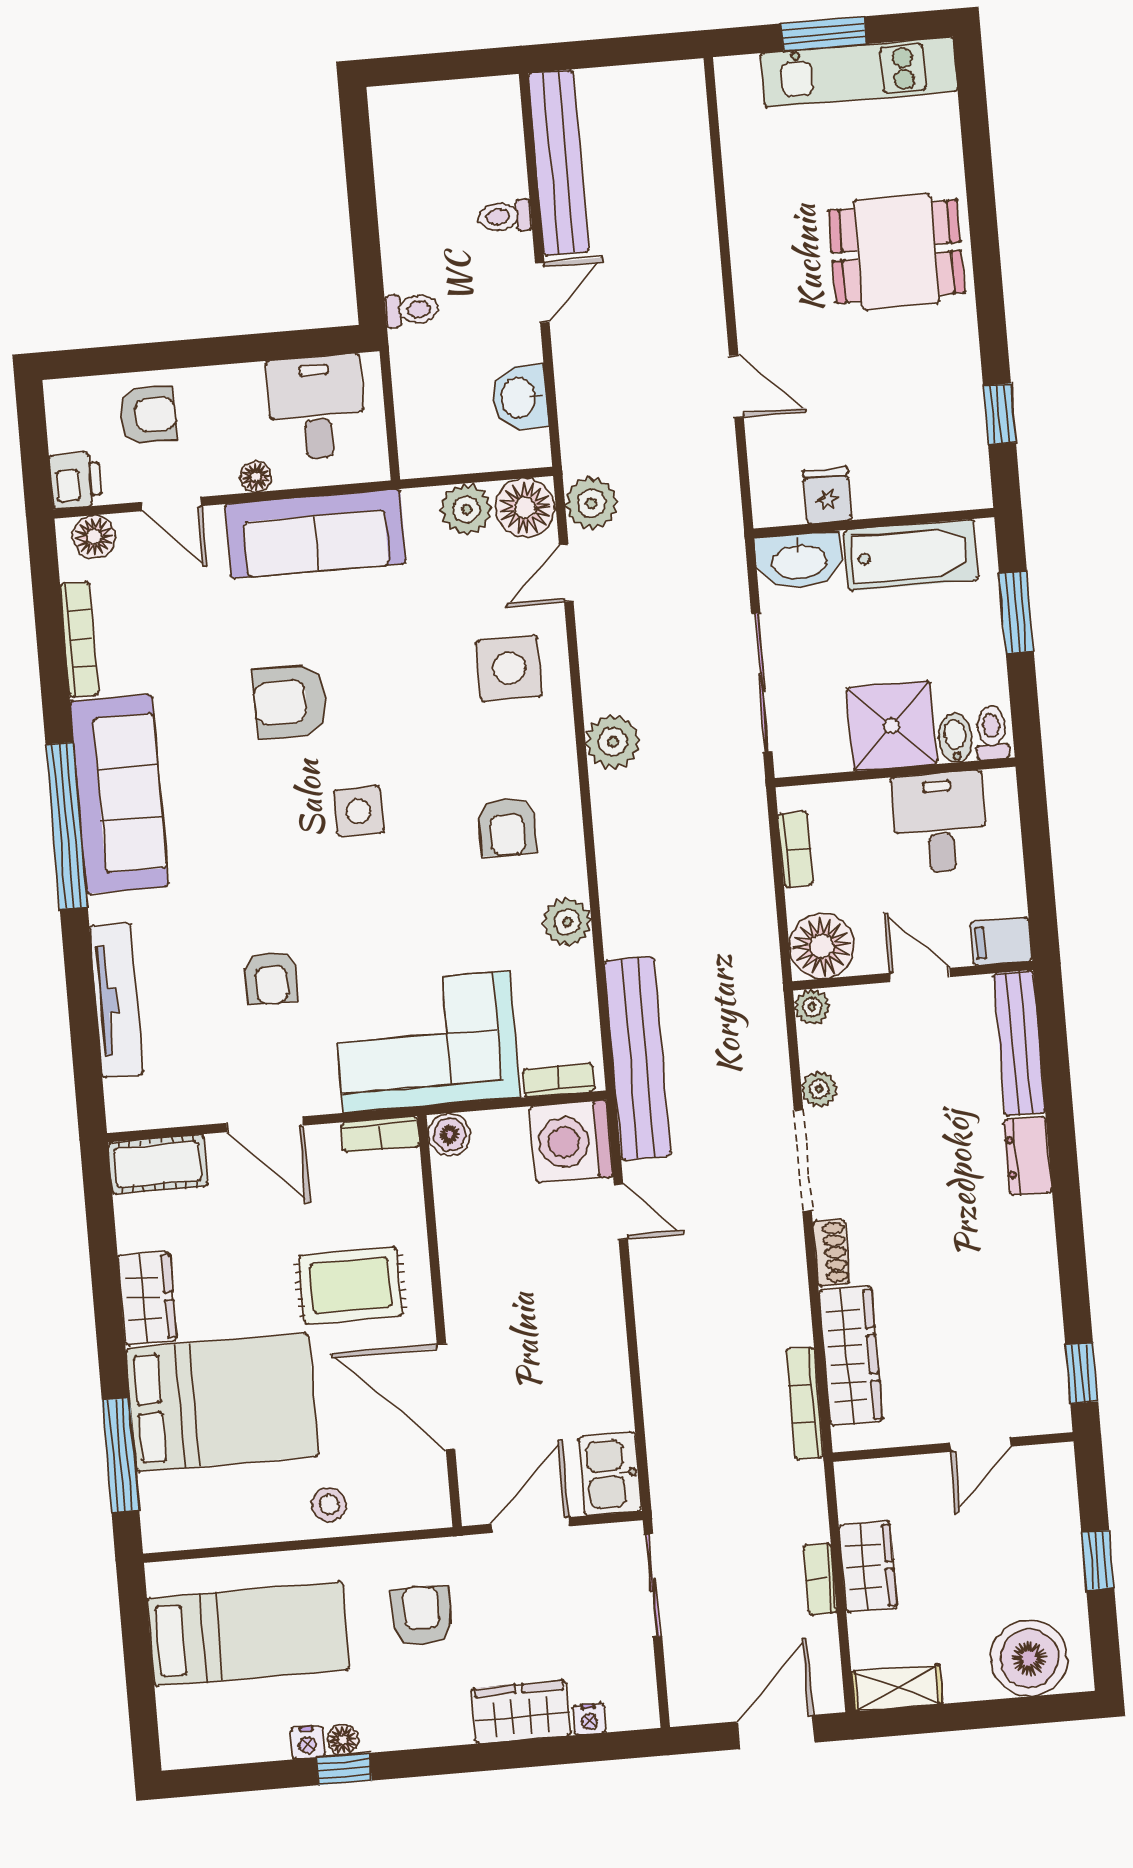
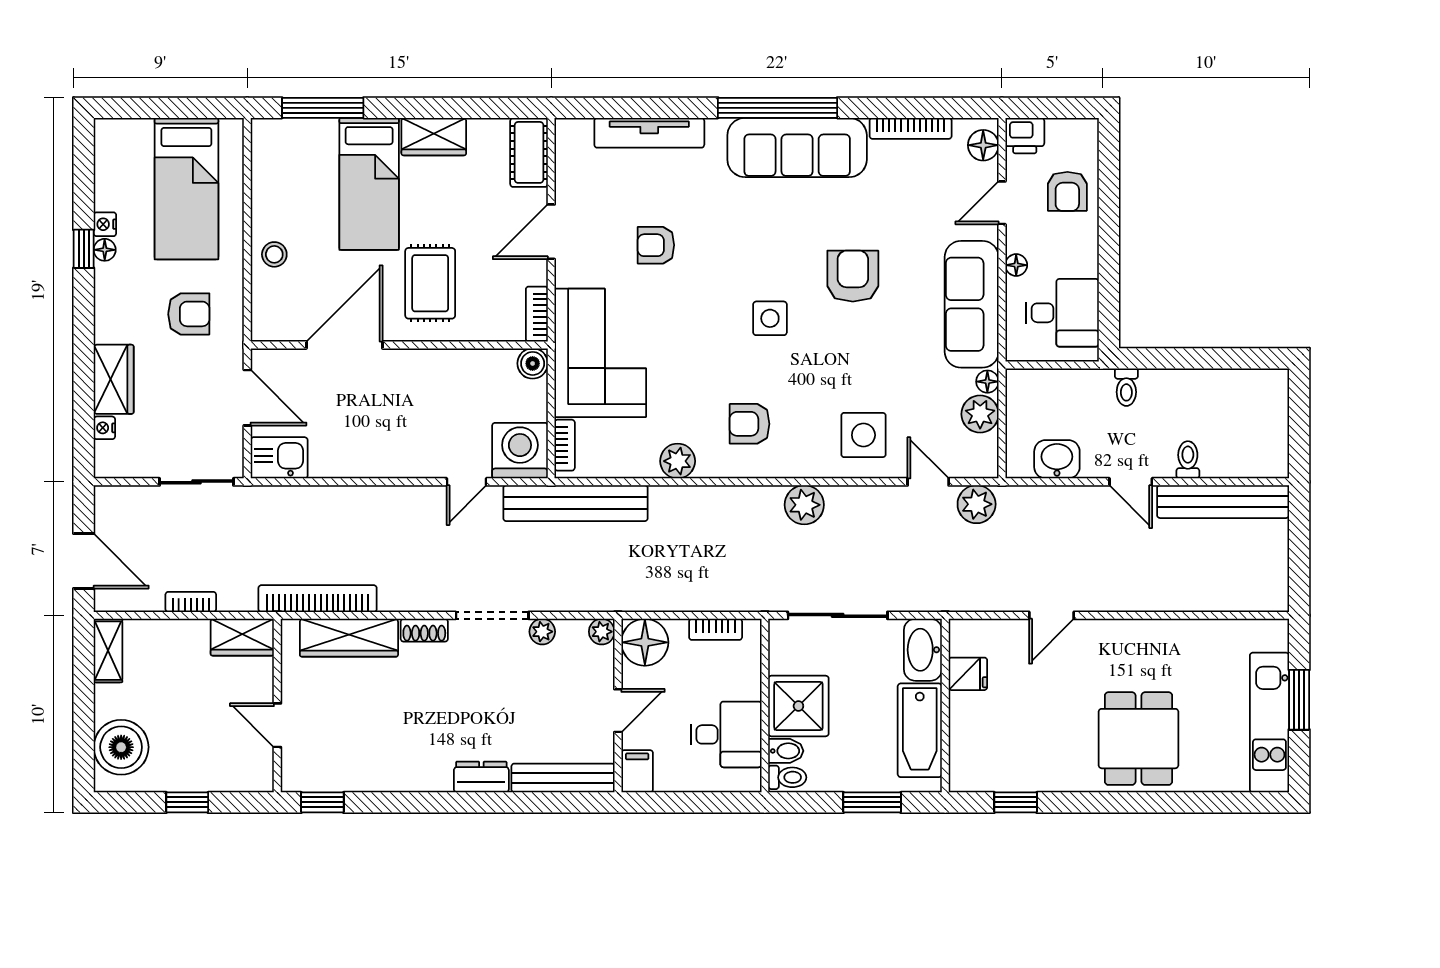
floor lamp: (525, 508) -> (987, 382), moved, width x0.53, depth x0.53
bed: (222, 1402) -> (369, 184), width x0.67
bookcase: (805, 1404) -> (318, 599), width x1.48, depth x1.31
wardrobe: (868, 1567) -> (242, 637), moved

